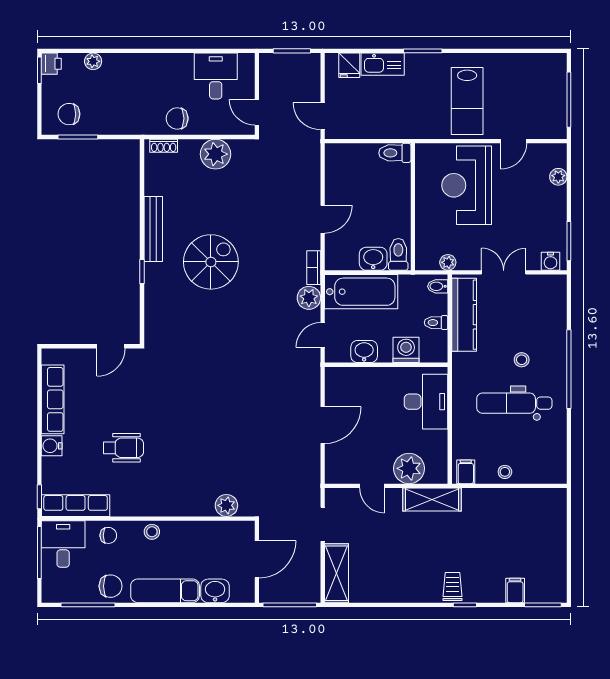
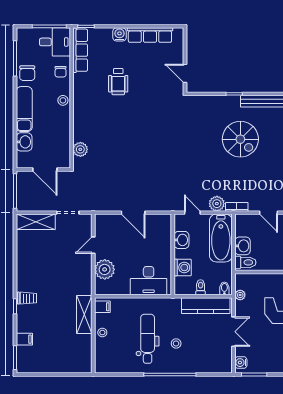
shelving: (432, 499) -> (84, 315), moved

